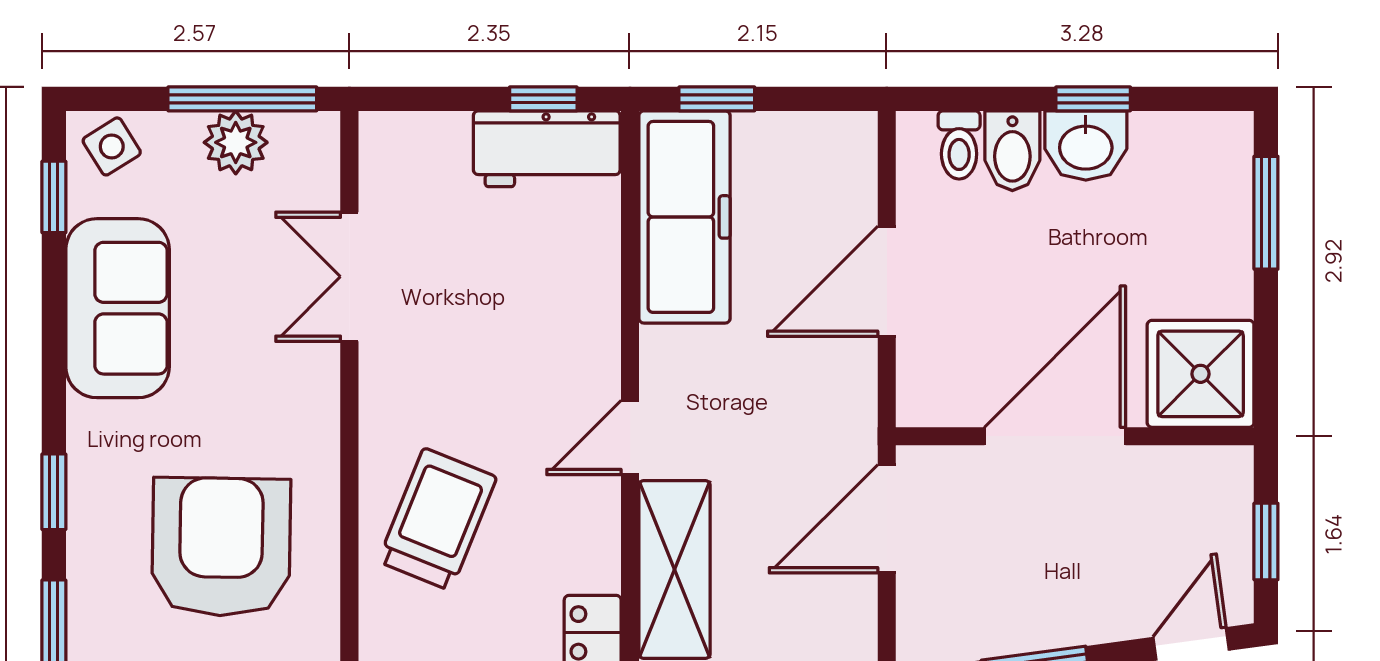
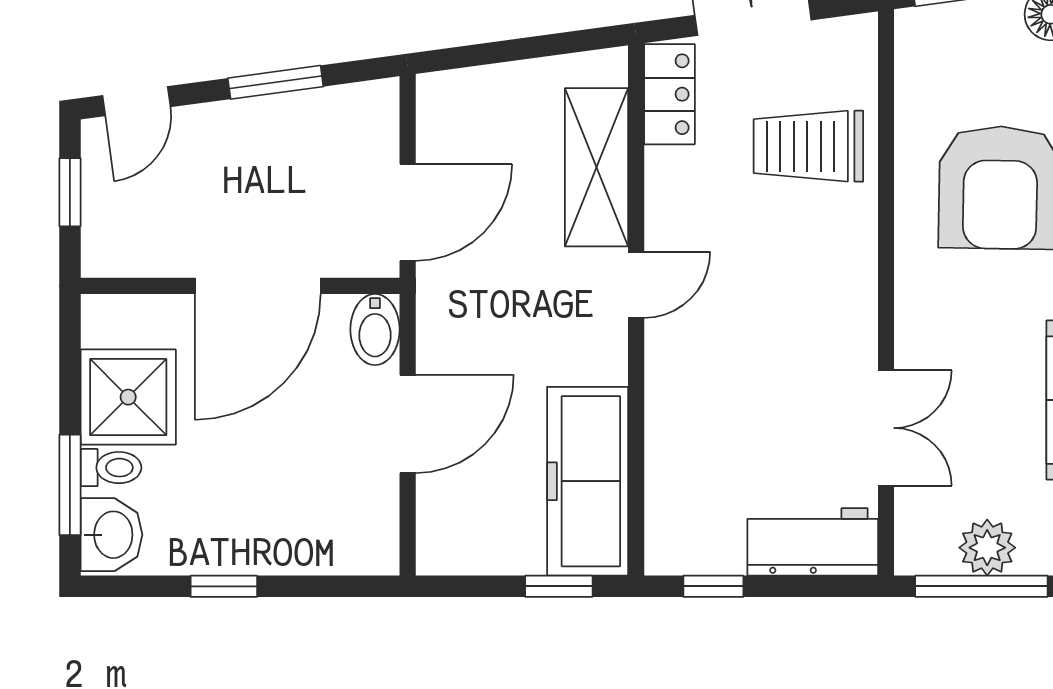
toilet: (959, 145) -> (111, 468), moved, turned 90
washbasin: (1086, 146) -> (111, 535), moved, turned 90
workbench: (547, 149) -> (813, 542), moved
bidet: (1012, 151) -> (375, 330), moved, turned 180
shower: (1201, 374) -> (128, 397), moved
trolley: (437, 519) -> (808, 146), moved, turned 68

